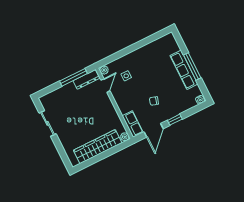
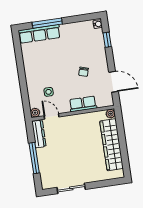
window: (192, 66) -> (47, 23), moved
row of seats: (184, 70) -> (39, 34), moved
window: (73, 77) -> (34, 158), moved
window: (175, 120) -> (107, 40), moved
row of seats: (133, 124) -> (83, 104), moved

